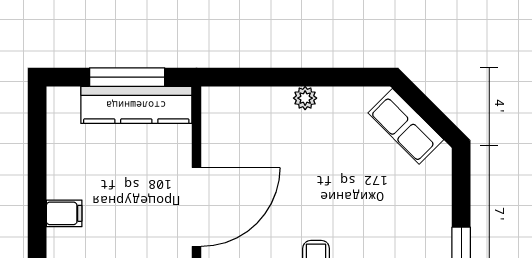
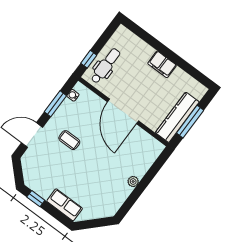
row of seats: (406, 126) -> (65, 205), moved, turned 45
filing cabinet: (64, 213) -> (162, 64), width x2.00

